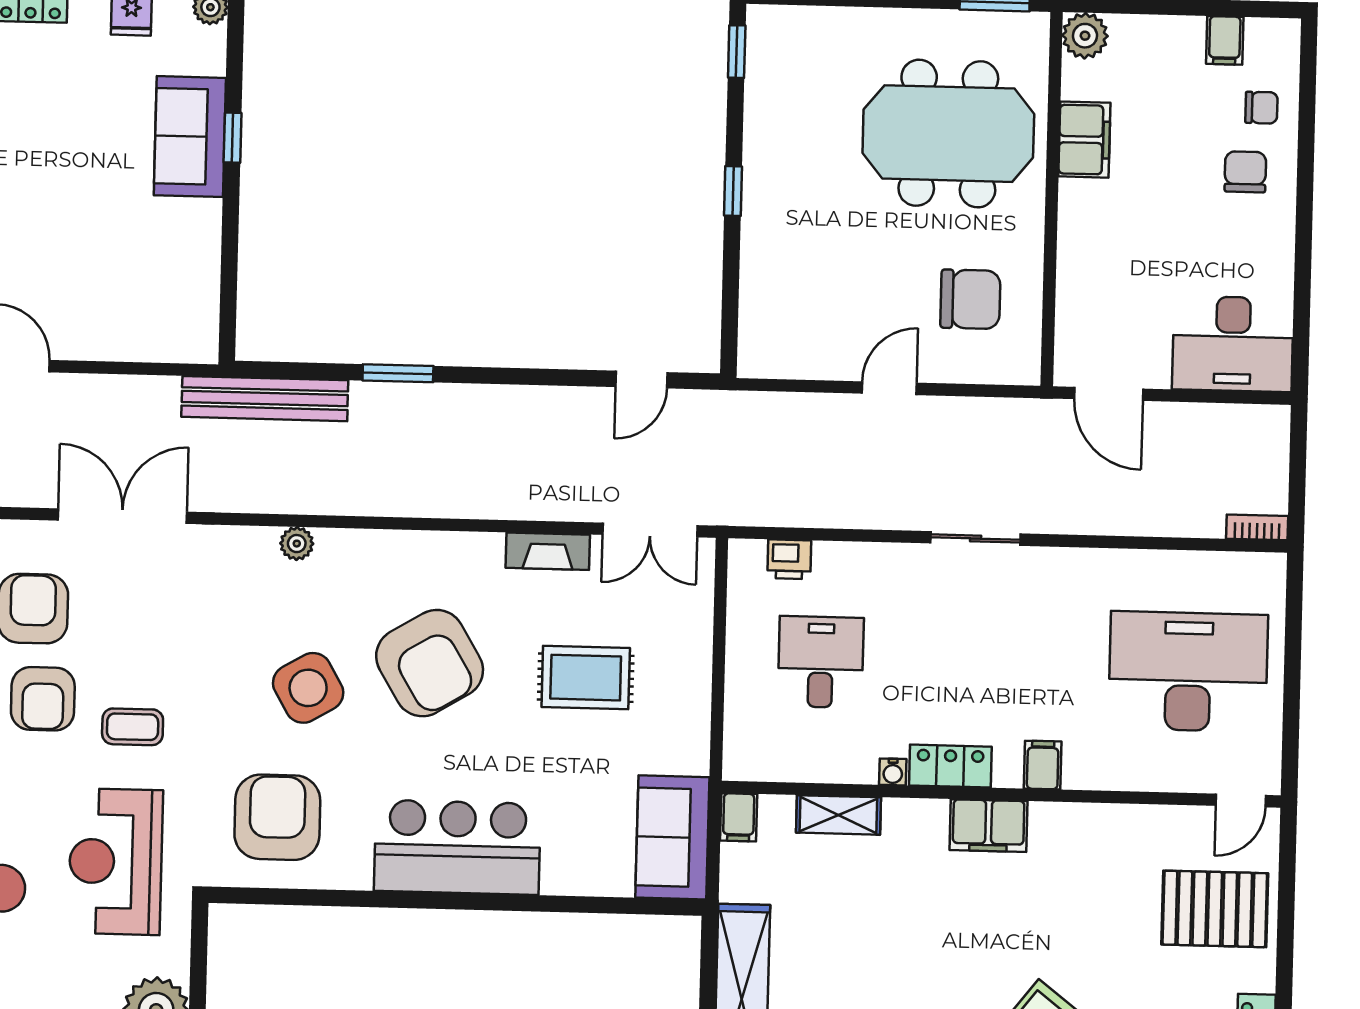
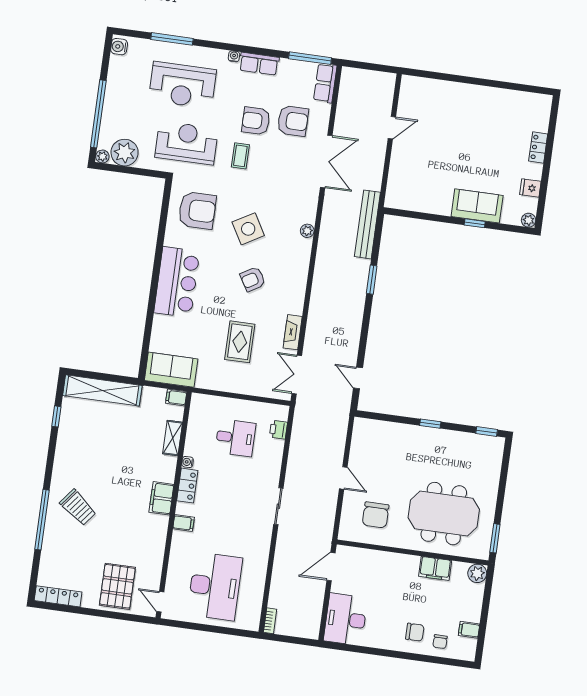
meeting table: (948, 134) -> (444, 514), turned 90
armchair: (430, 663) -> (253, 279), width x0.53, depth x0.53

